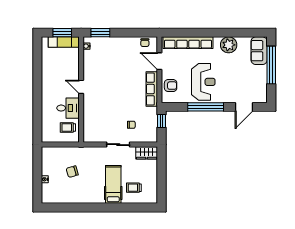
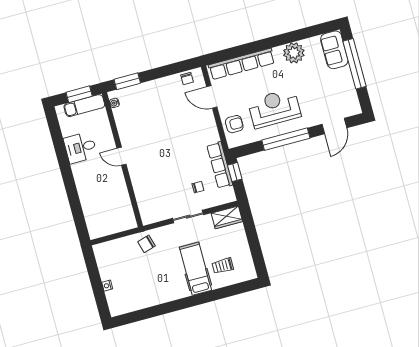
reception desk: (203, 82) -> (274, 108), turned -90
row of seats: (152, 89) -> (220, 165), moved
desk: (68, 108) -> (80, 148), moved, turned 180
trolley: (68, 127) -> (119, 212), removed
chair: (72, 172) -> (147, 244), moved

